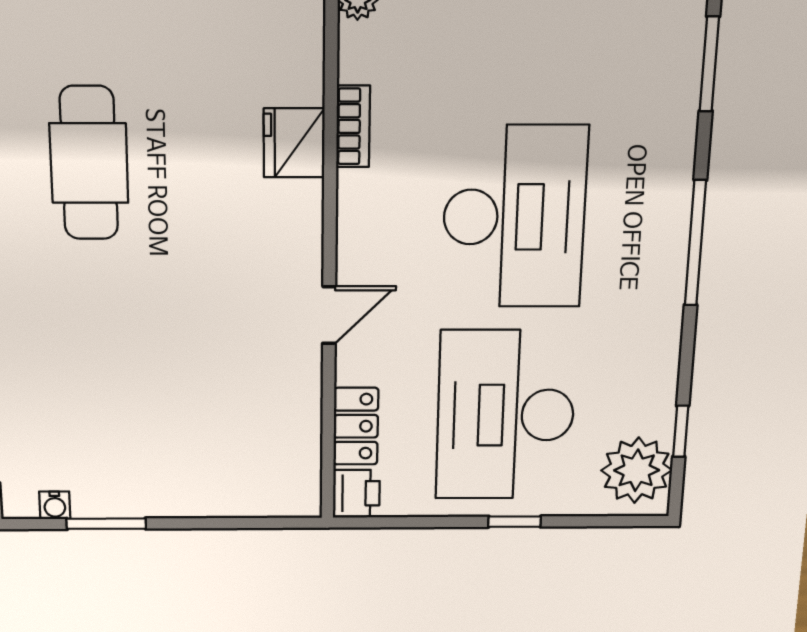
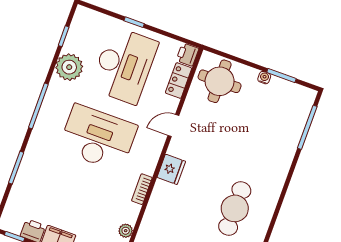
fridge: (294, 143) -> (171, 169), moved
desk: (514, 217) -> (98, 138), turned 90
round table: (253, 459) -> (220, 81), added
plant: (637, 470) -> (69, 67), moved
water cooler: (55, 505) -> (264, 78), moved

